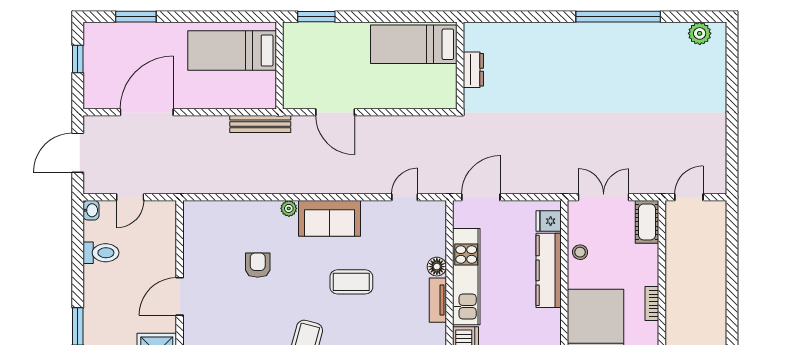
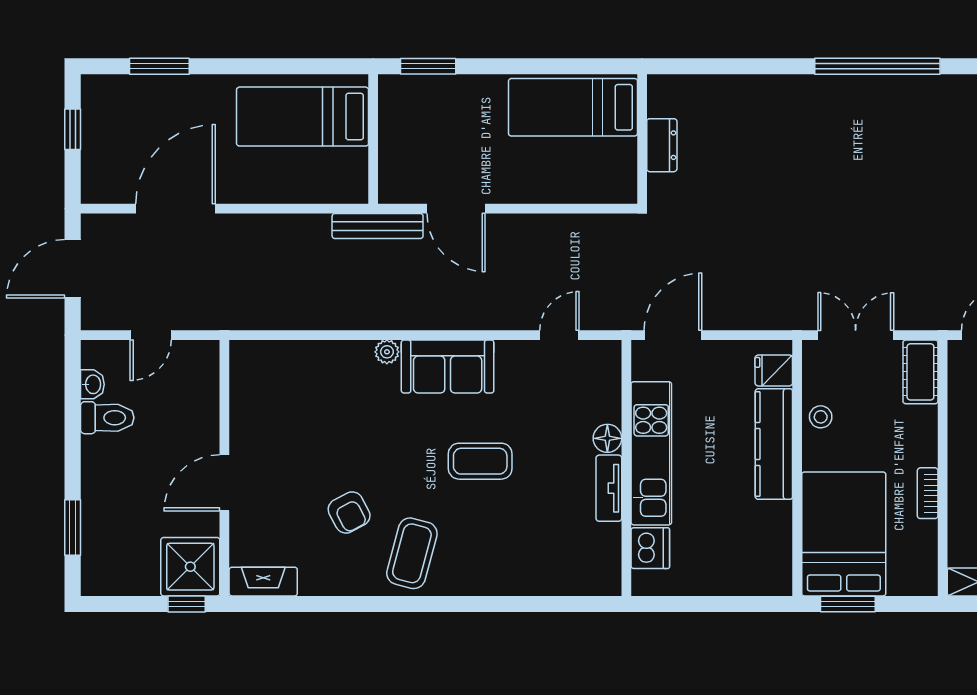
bench: (260, 124) -> (378, 226), moved
washbasin: (91, 210) -> (92, 384), moved
armchair: (258, 265) -> (349, 513), moved, turned 152

